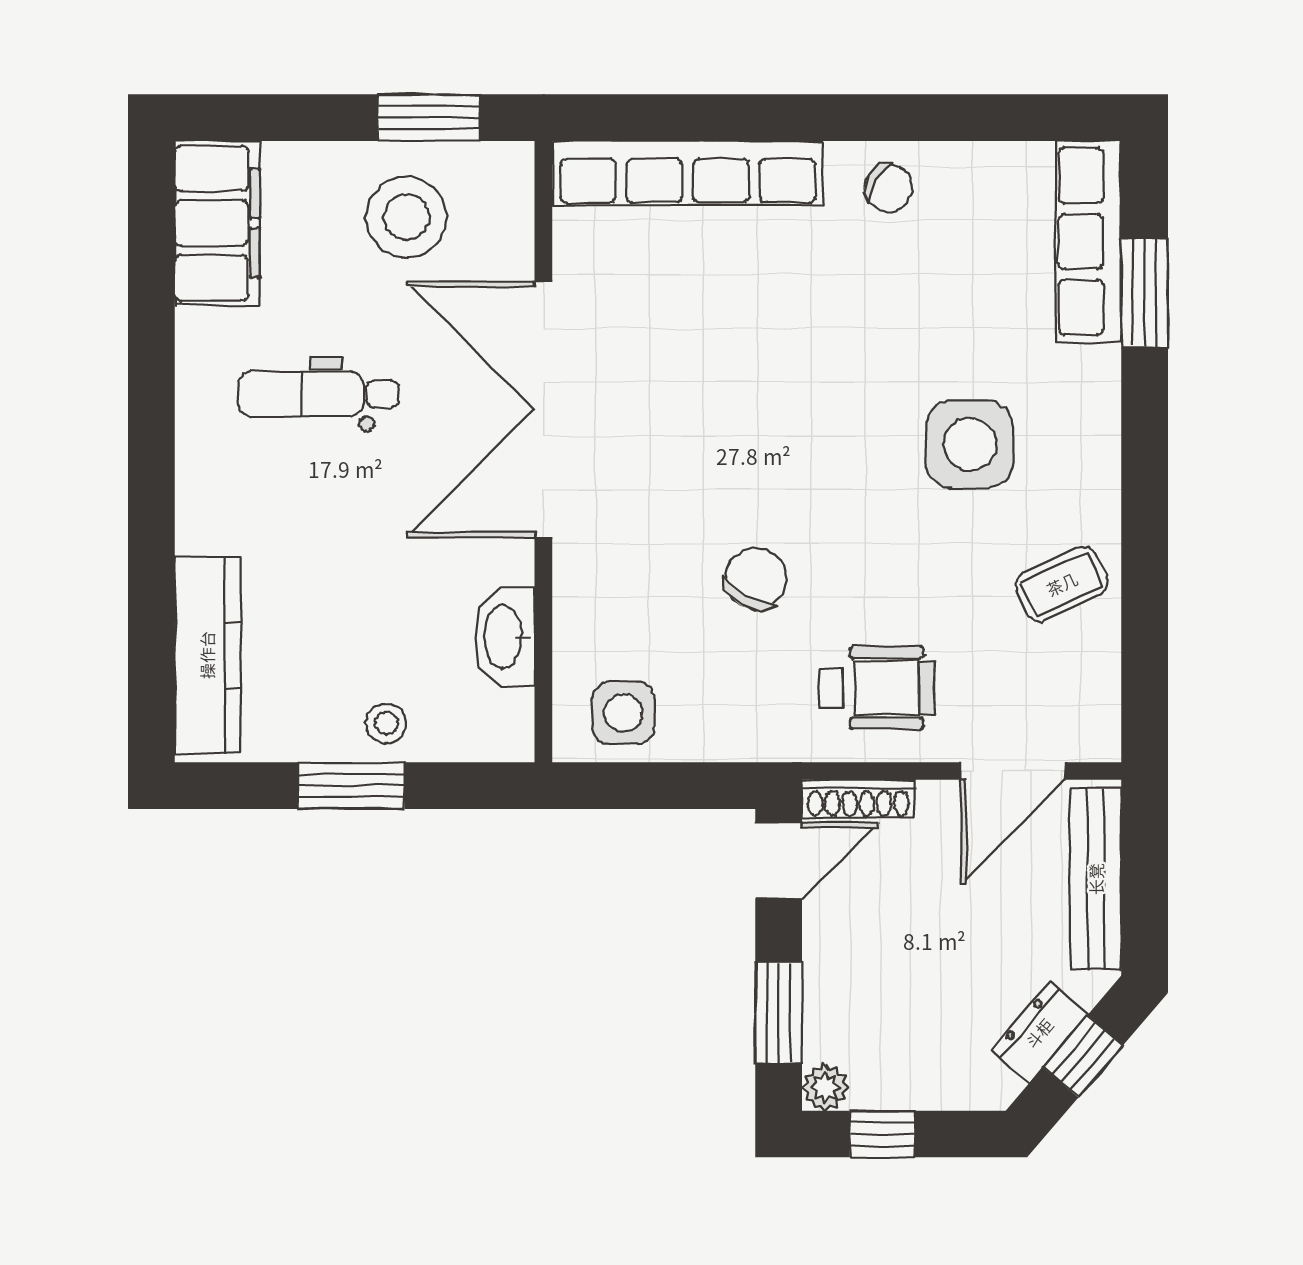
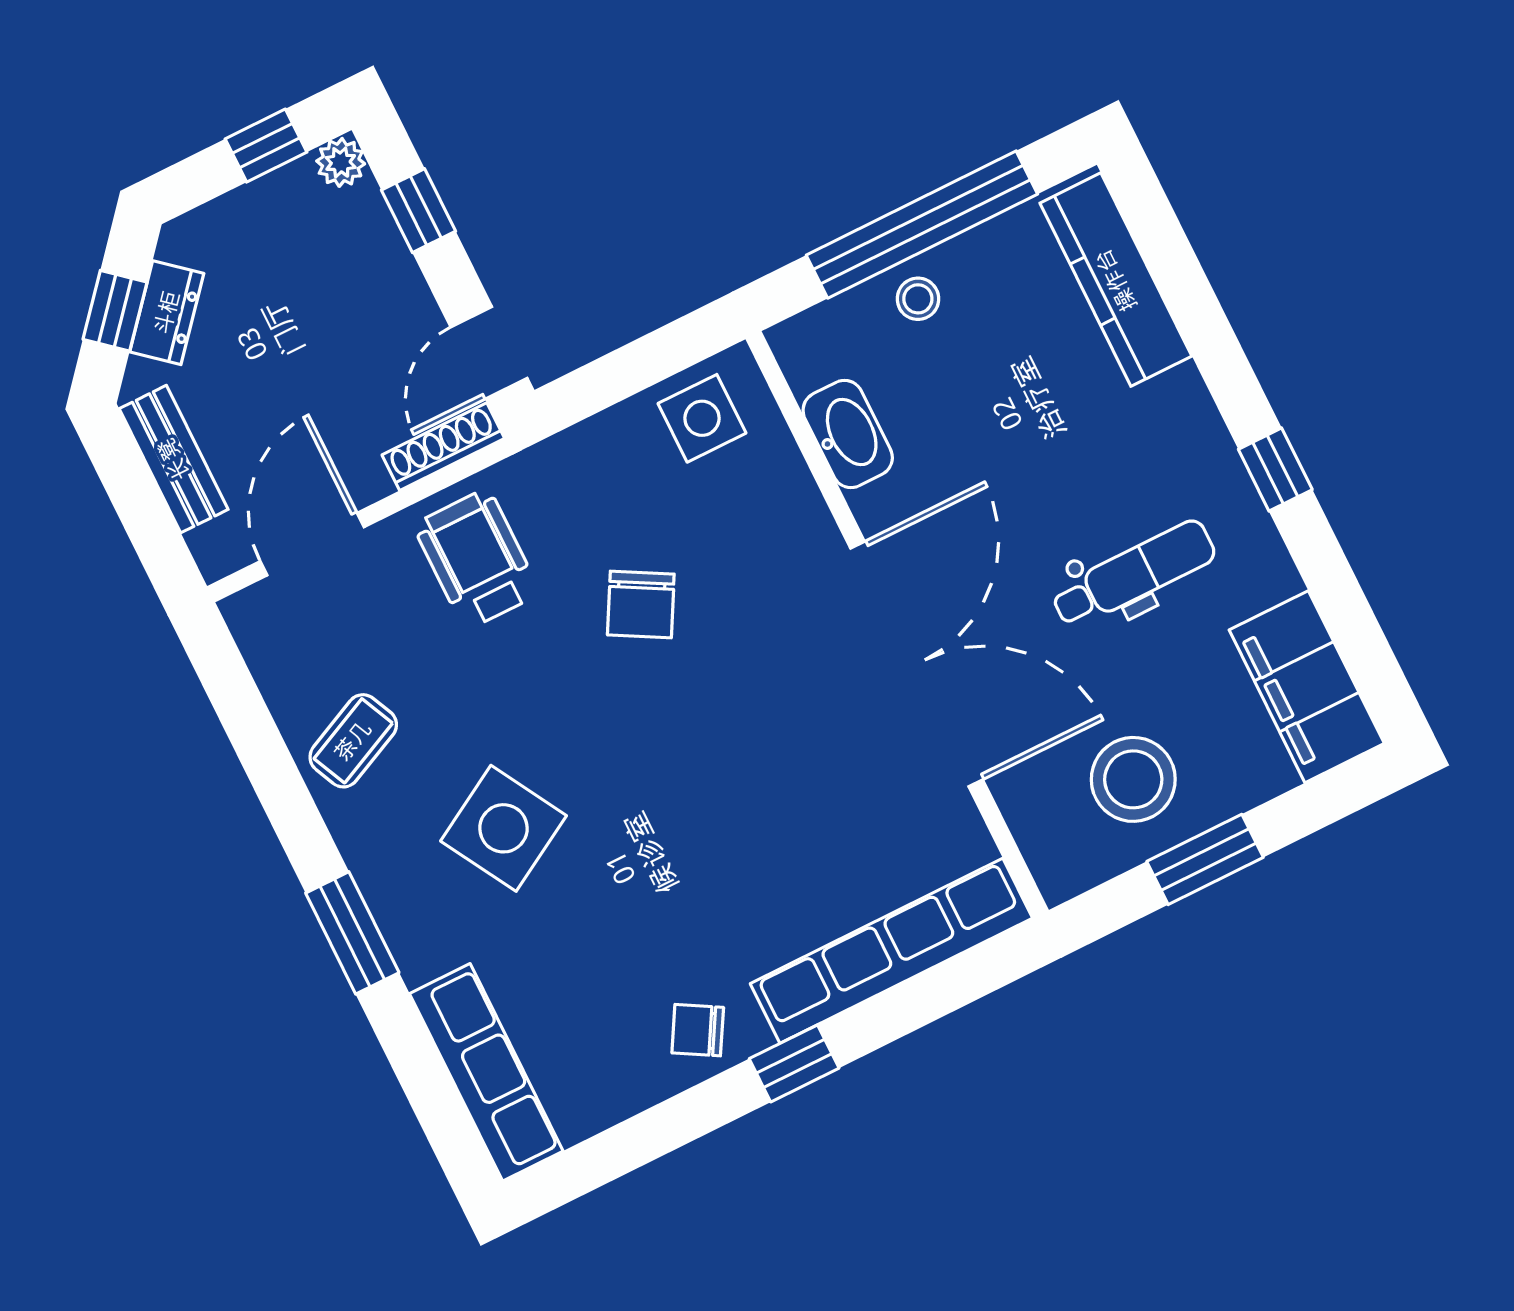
window: (429, 118) -> (1205, 859), moved
window: (820, 118) -> (794, 1063), added
window: (1145, 293) -> (352, 933), moved
window: (151, 423) -> (1275, 470), added
side table: (970, 444) -> (503, 828), turned -30
wheelchair: (877, 688) -> (477, 559), turned 90
window: (351, 786) -> (922, 225), width x2.11
bench: (1096, 879) -> (174, 459), width x0.73
window: (779, 1013) -> (419, 211), width x0.67

